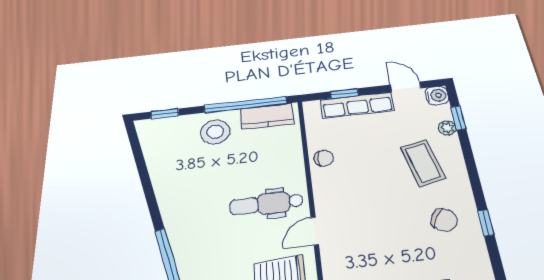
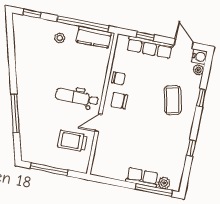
window: (458, 118) -> (201, 98), moved
plant: (447, 128) -> (198, 70), moved
stool: (215, 132) -> (60, 38), width x0.53, depth x0.53
chair: (444, 220) -> (119, 101), moved, turned 149

